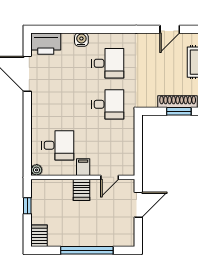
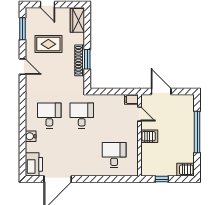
filing cabinet: (83, 167) -> (131, 99), moved
plant: (37, 170) -> (134, 172), removed

